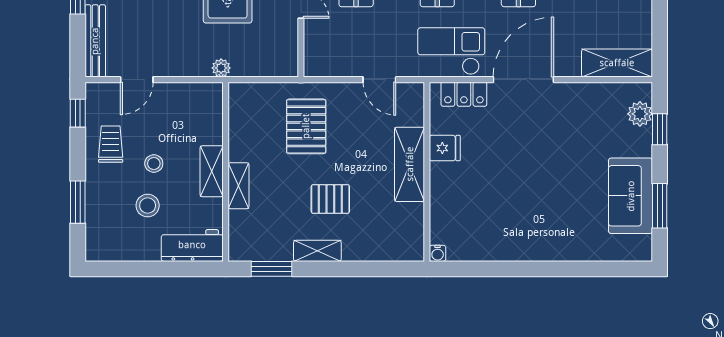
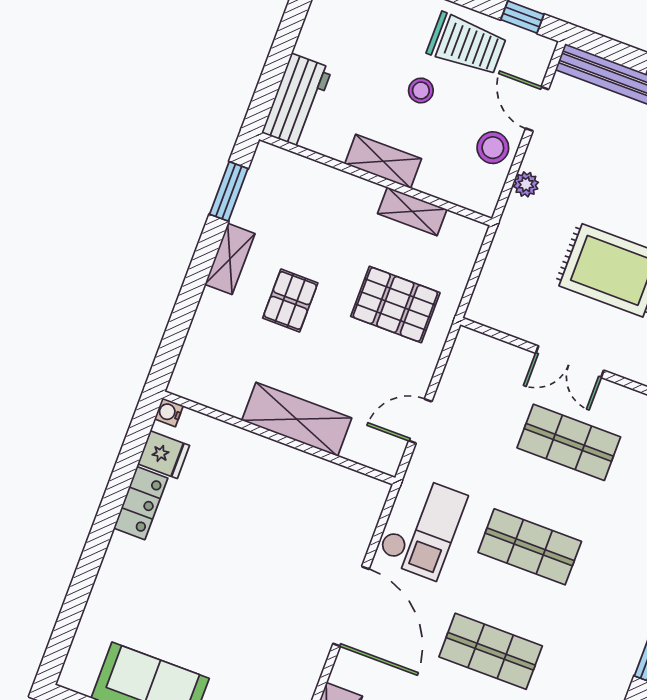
plant: (221, 68) -> (526, 184), moved
locker: (464, 94) -> (141, 503), moved, turned 180
trolley: (111, 144) -> (467, 44), width x1.36, depth x1.39
fridge: (445, 148) -> (164, 455), moved, turned -90
shelving: (238, 186) -> (412, 211), moved
stool: (148, 206) -> (493, 148), moved

